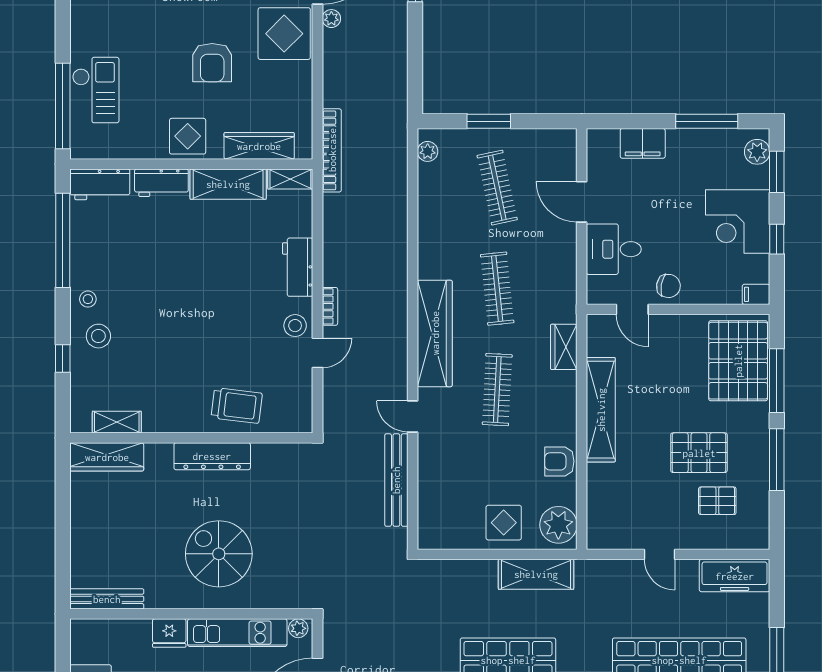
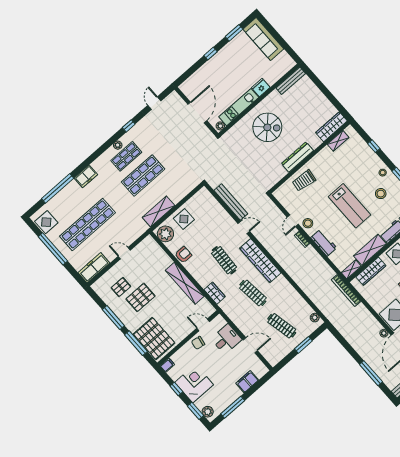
lab bench: (196, 292) -> (349, 206), added
stool: (98, 336) -> (381, 194), moved

